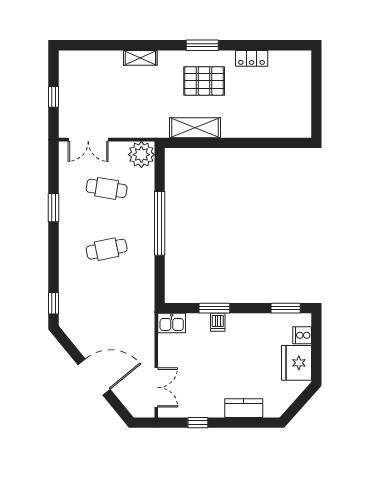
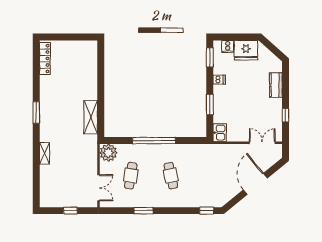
locker: (252, 58) -> (45, 58), moved, width x1.53
pallet: (204, 81) -> (60, 111), removed
dishwasher: (218, 322) -> (219, 79), moved

